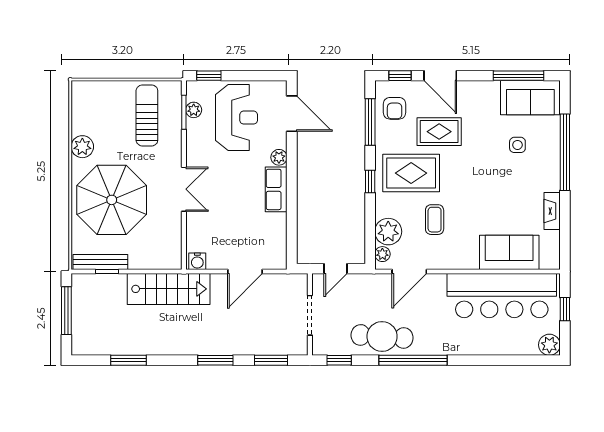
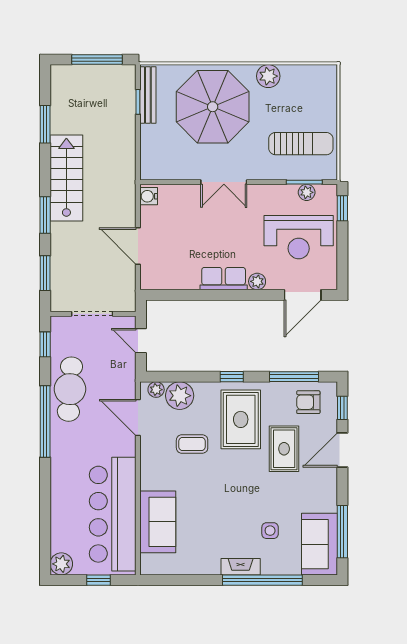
fireplace: (552, 211) -> (241, 567), moved
stairs: (169, 289) -> (66, 178), moved, turned 180

